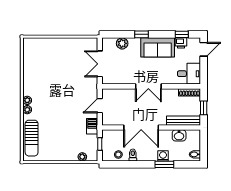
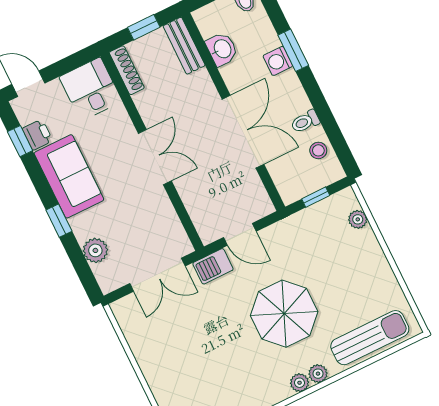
parasol: (59, 108) -> (284, 314), added
bench: (184, 121) -> (184, 46), width x0.73
barbecue: (92, 126) -> (213, 266), moved

